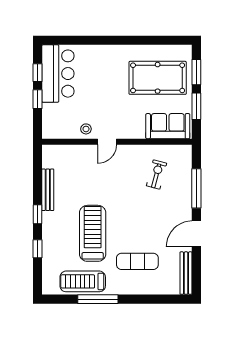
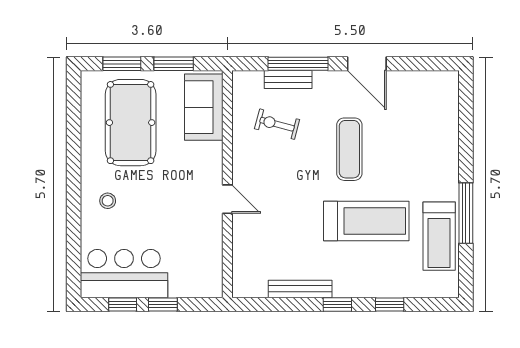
stool: (86, 129) -> (108, 201), moved
treadmill: (93, 233) -> (366, 221), turned 180
exercise mat: (137, 261) -> (349, 149), moved
bench: (186, 273) -> (288, 80), moved, width x0.73

